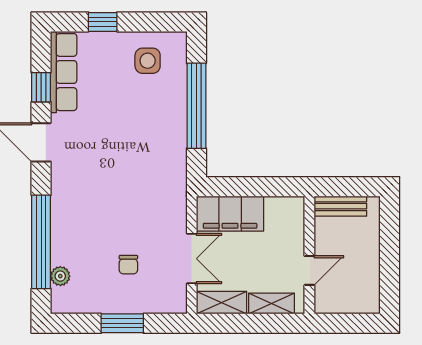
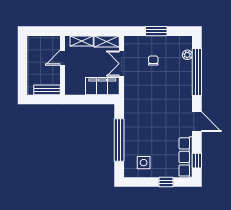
window: (41, 87) -> (197, 161), moved

